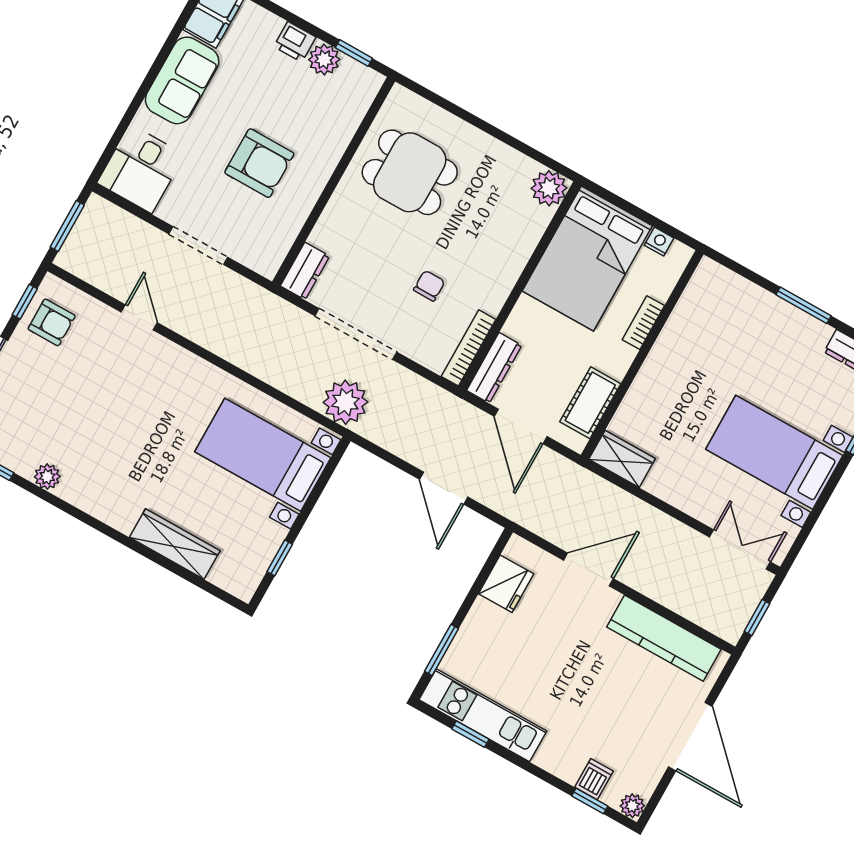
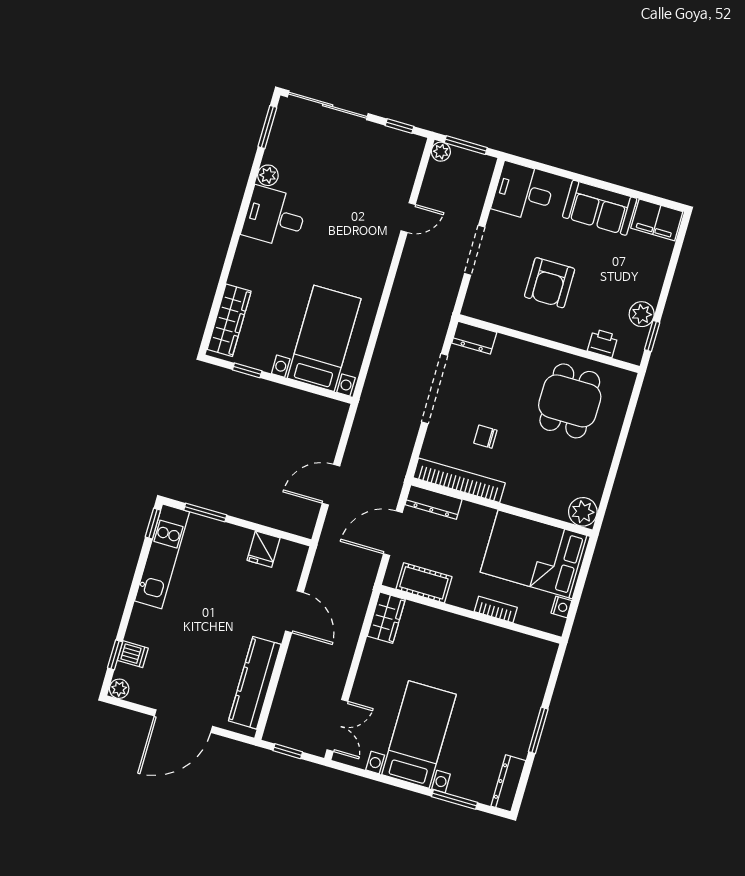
printer: (295, 42) -> (603, 343), moved, turned 90
chair: (429, 286) -> (485, 437), turned 180
armchair: (52, 322) -> (388, 151), removed
bookcase: (469, 348) -> (459, 480), width x1.48, depth x1.31
plant: (345, 402) -> (441, 152), moved, width x0.53, depth x0.53
desk: (100, 481) -> (274, 217), added
wardrobe: (175, 544) -> (229, 320), moved
fridge: (506, 584) -> (264, 549), width x0.72
window: (470, 734) -> (153, 524), moved

